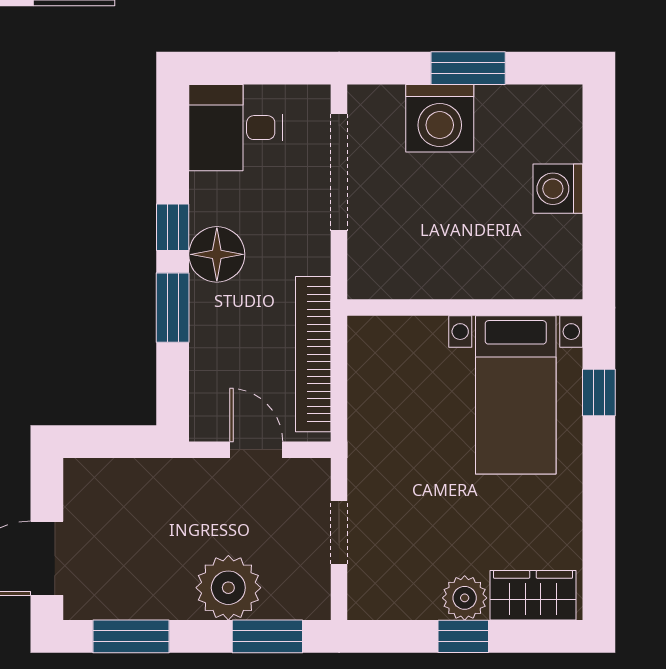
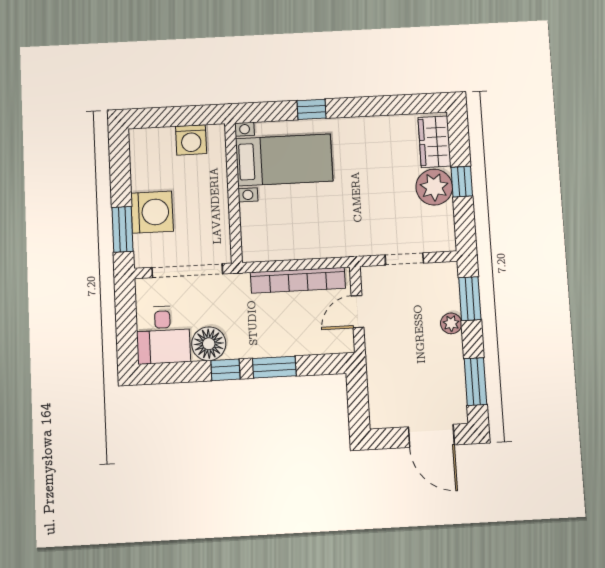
window: (468, 68) -> (122, 229), moved
floor lamp: (217, 254) -> (209, 344), moved
wall: (465, 308) -> (233, 193), moved
bed with nightstands: (516, 395) -> (284, 160), moved
plant: (228, 588) -> (451, 323), width x0.53, depth x0.53
plant: (465, 598) -> (434, 187), width x1.36, depth x1.36

